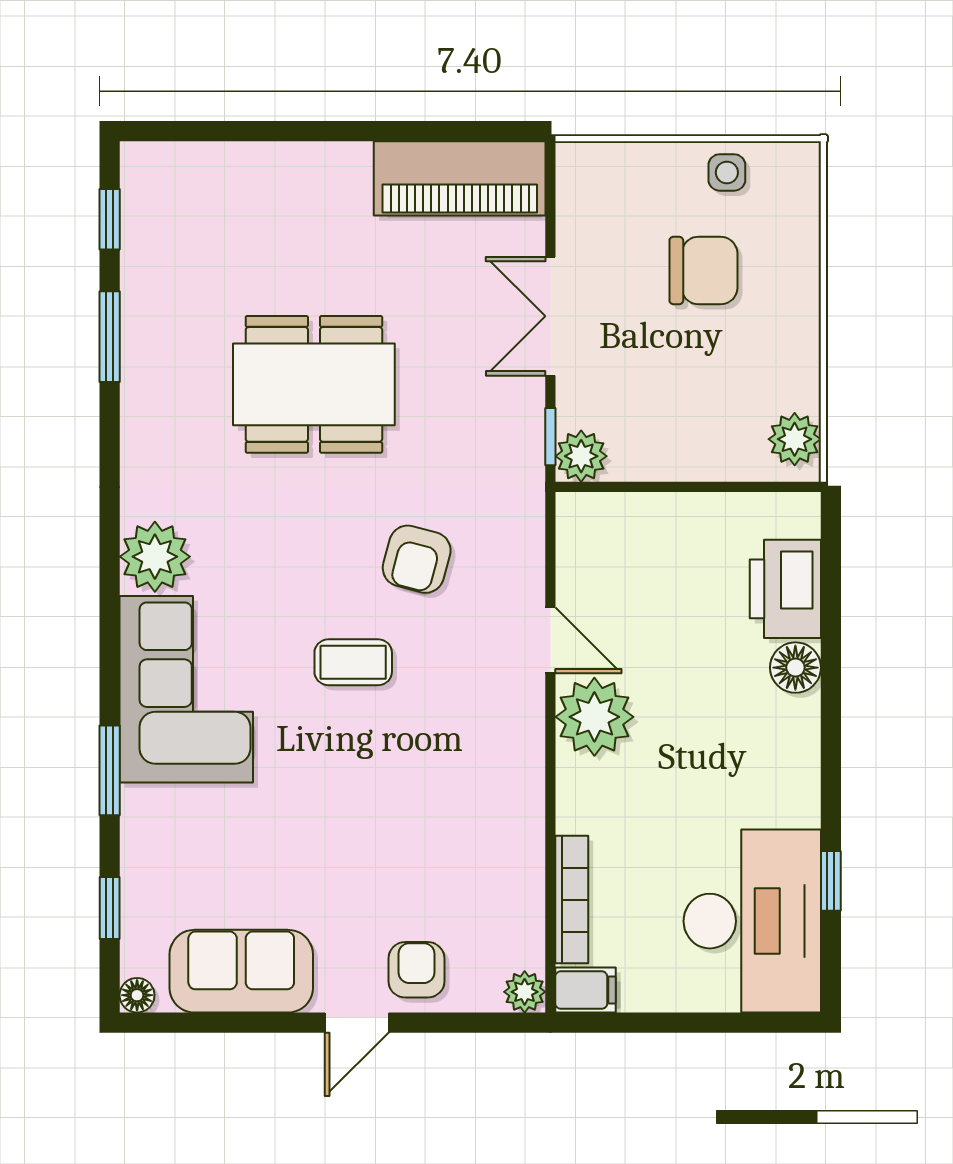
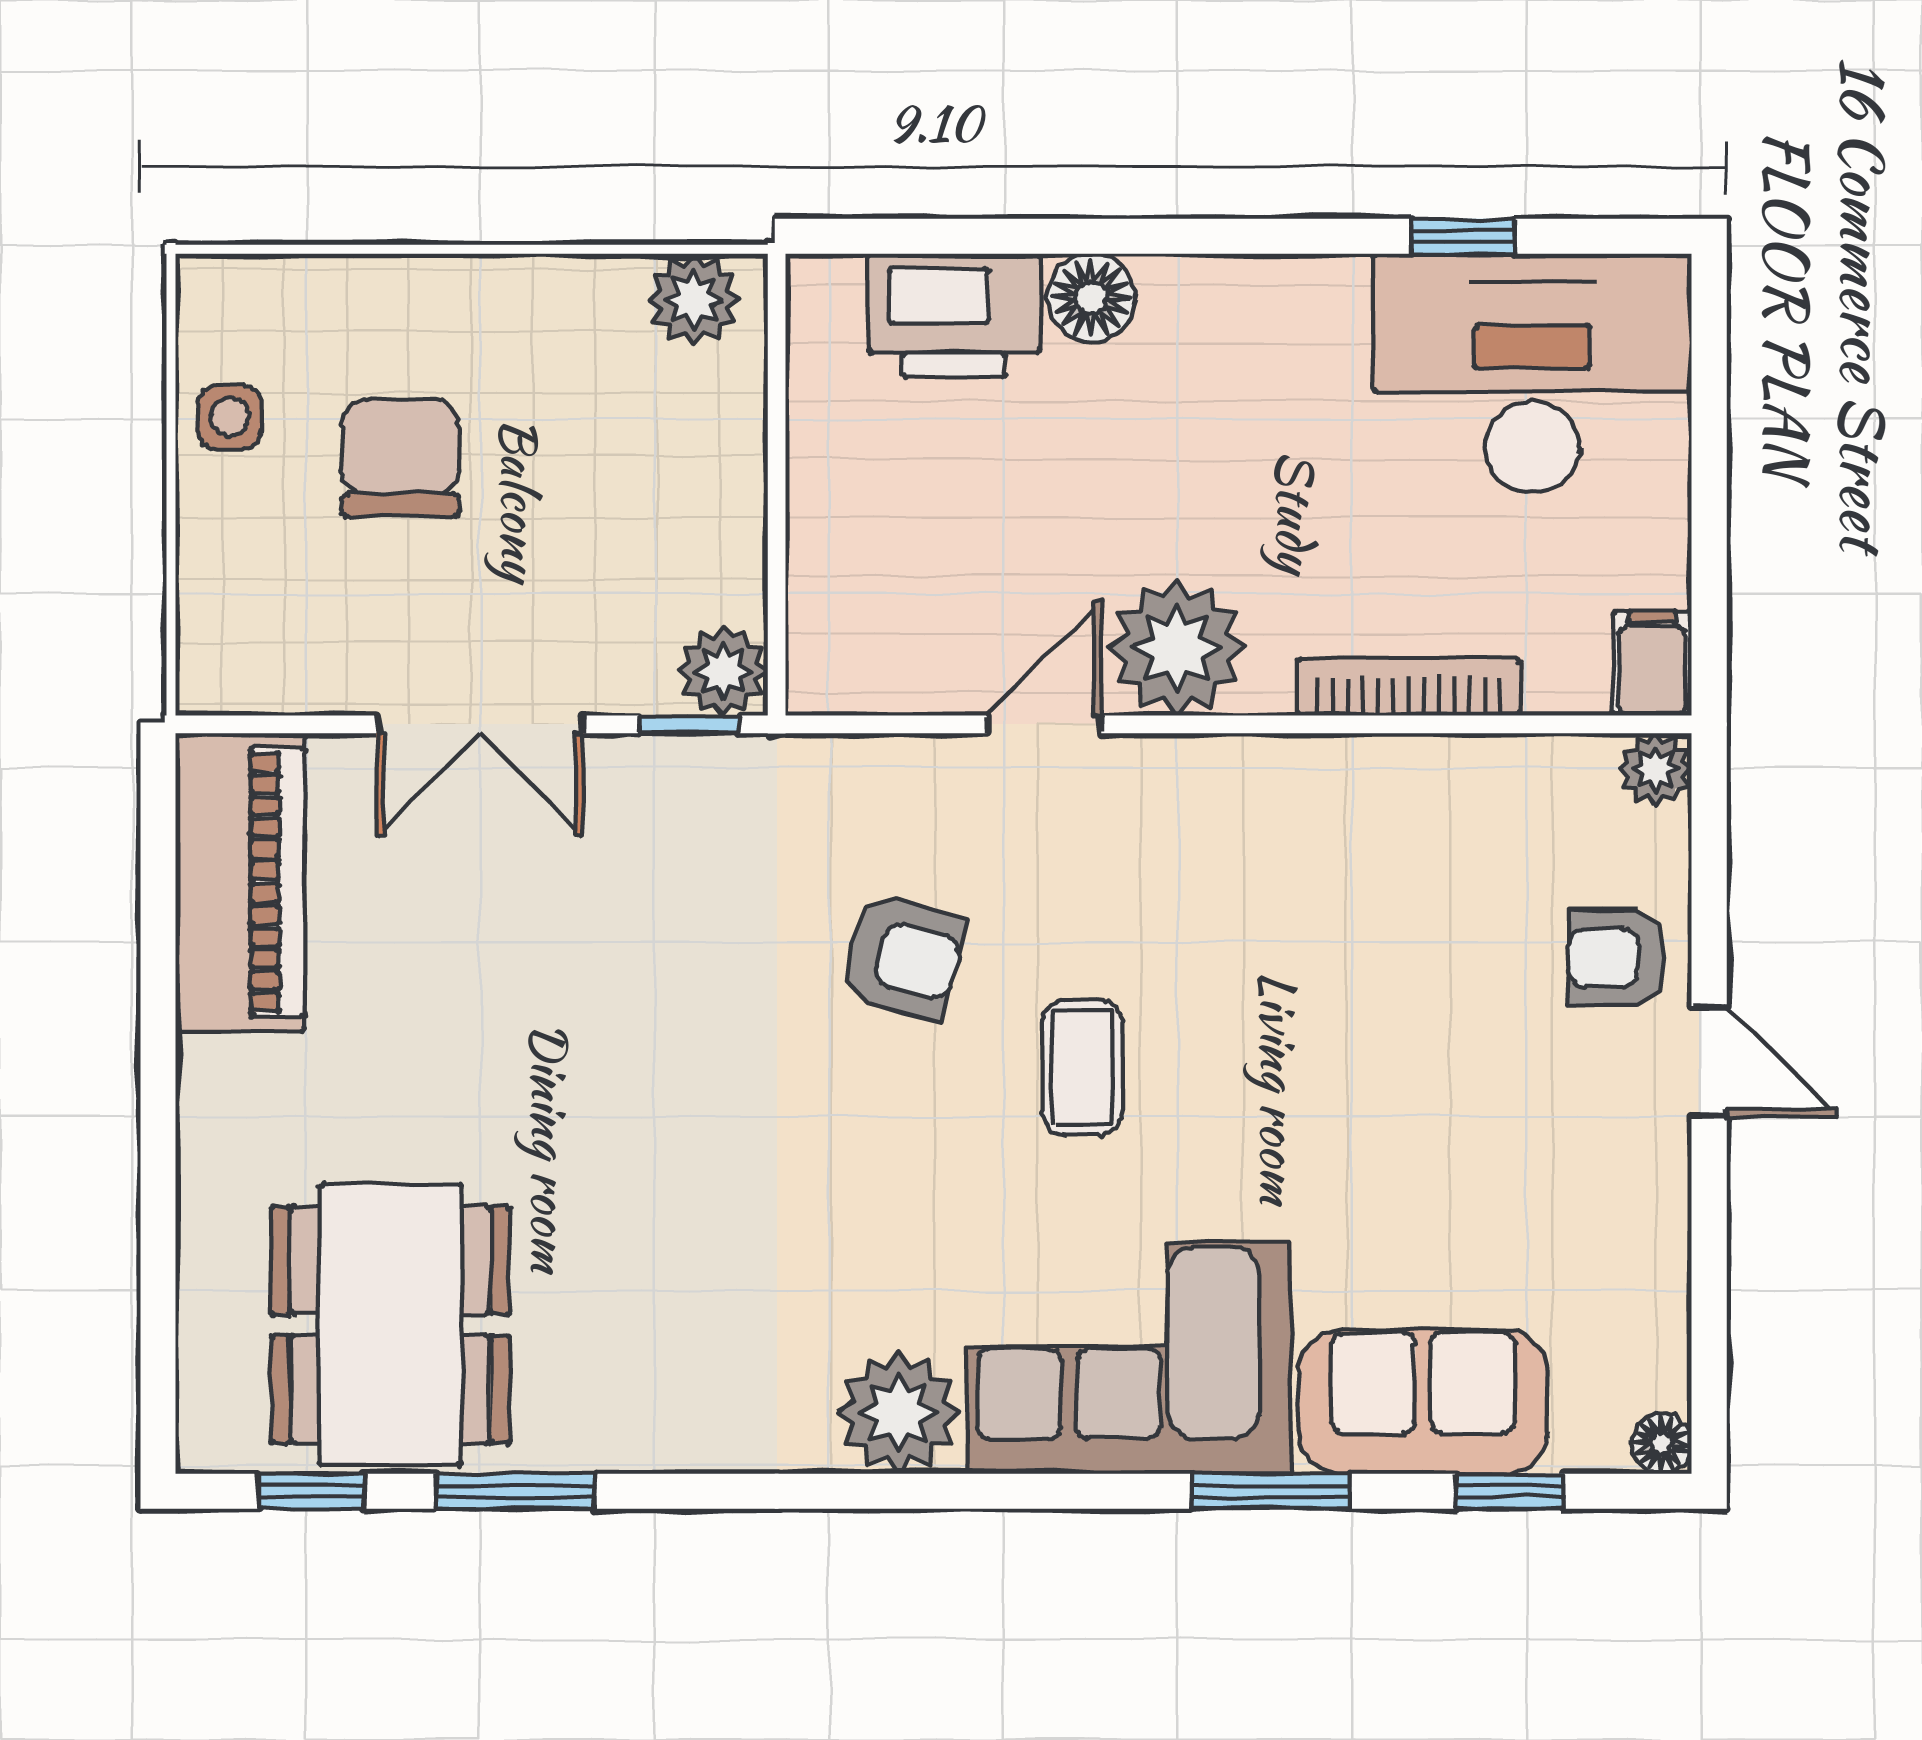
dining table: (314, 384) -> (390, 1325), moved
bookcase: (572, 900) -> (1409, 687), moved
sofa: (241, 971) -> (1423, 1402), moved, turned 90

